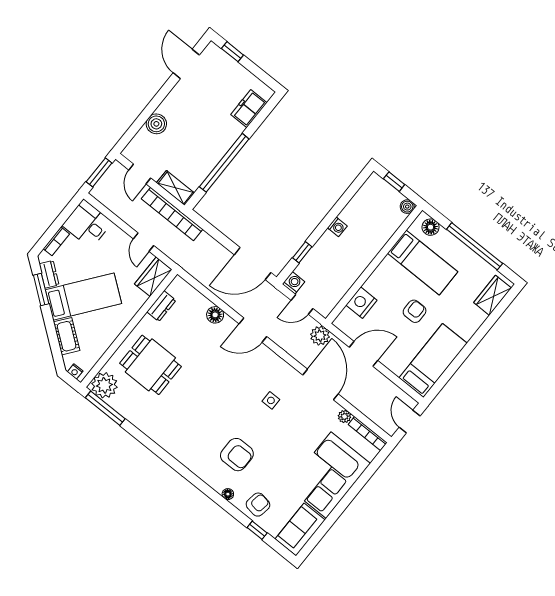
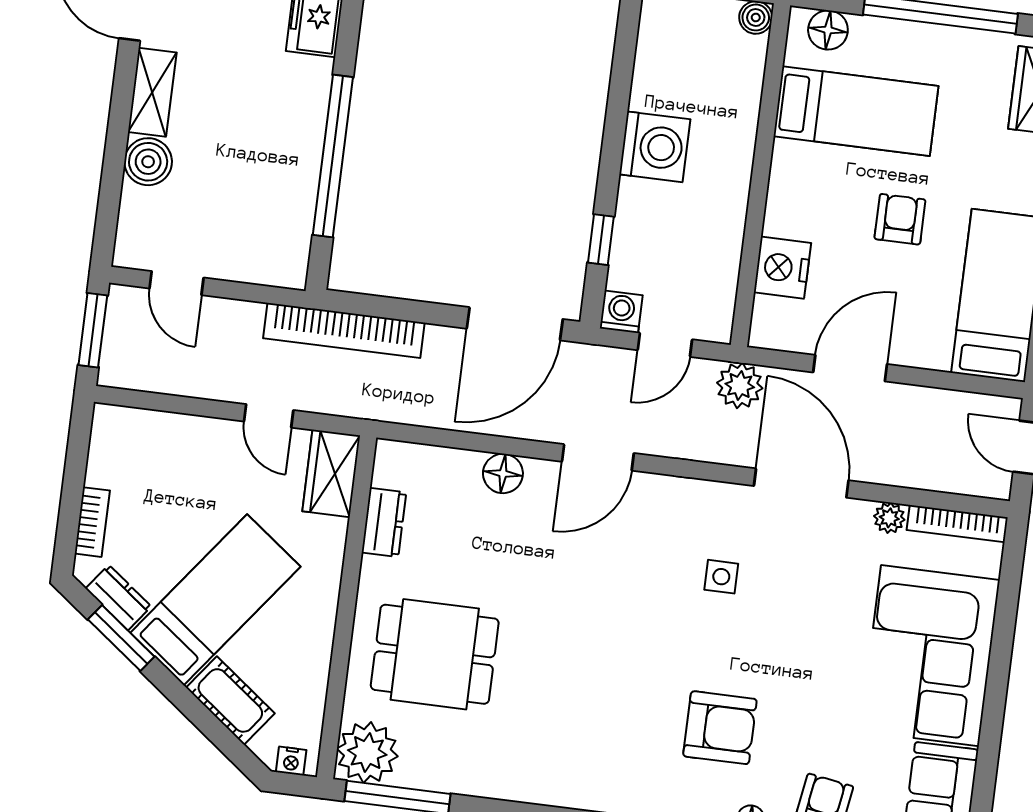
shelving: (175, 188) -> (152, 92), moved, turned 90
bookcase: (172, 214) -> (344, 330), moved
desk: (87, 224) -> (133, 448), removed
washing machine: (337, 227) -> (655, 147), width x1.89, depth x1.89

